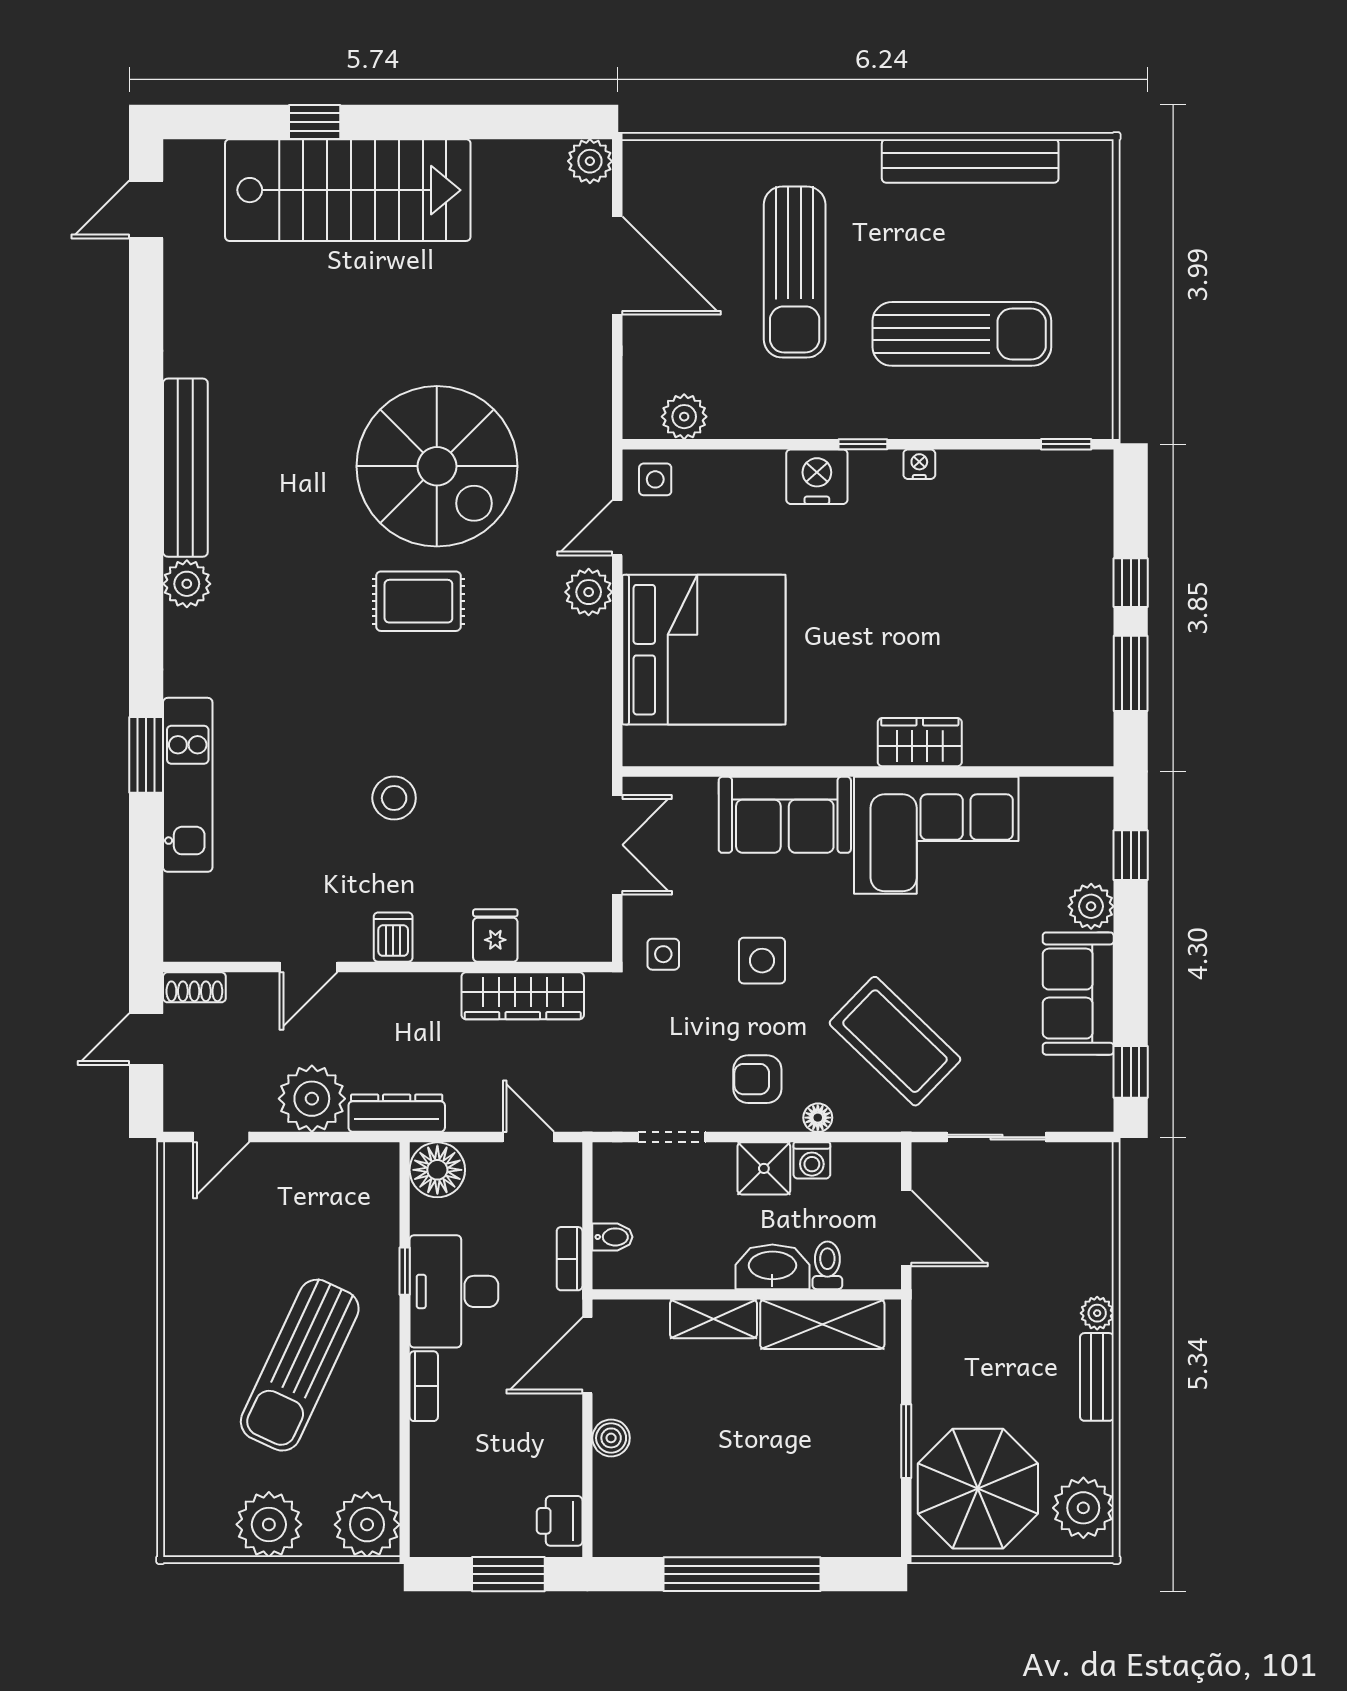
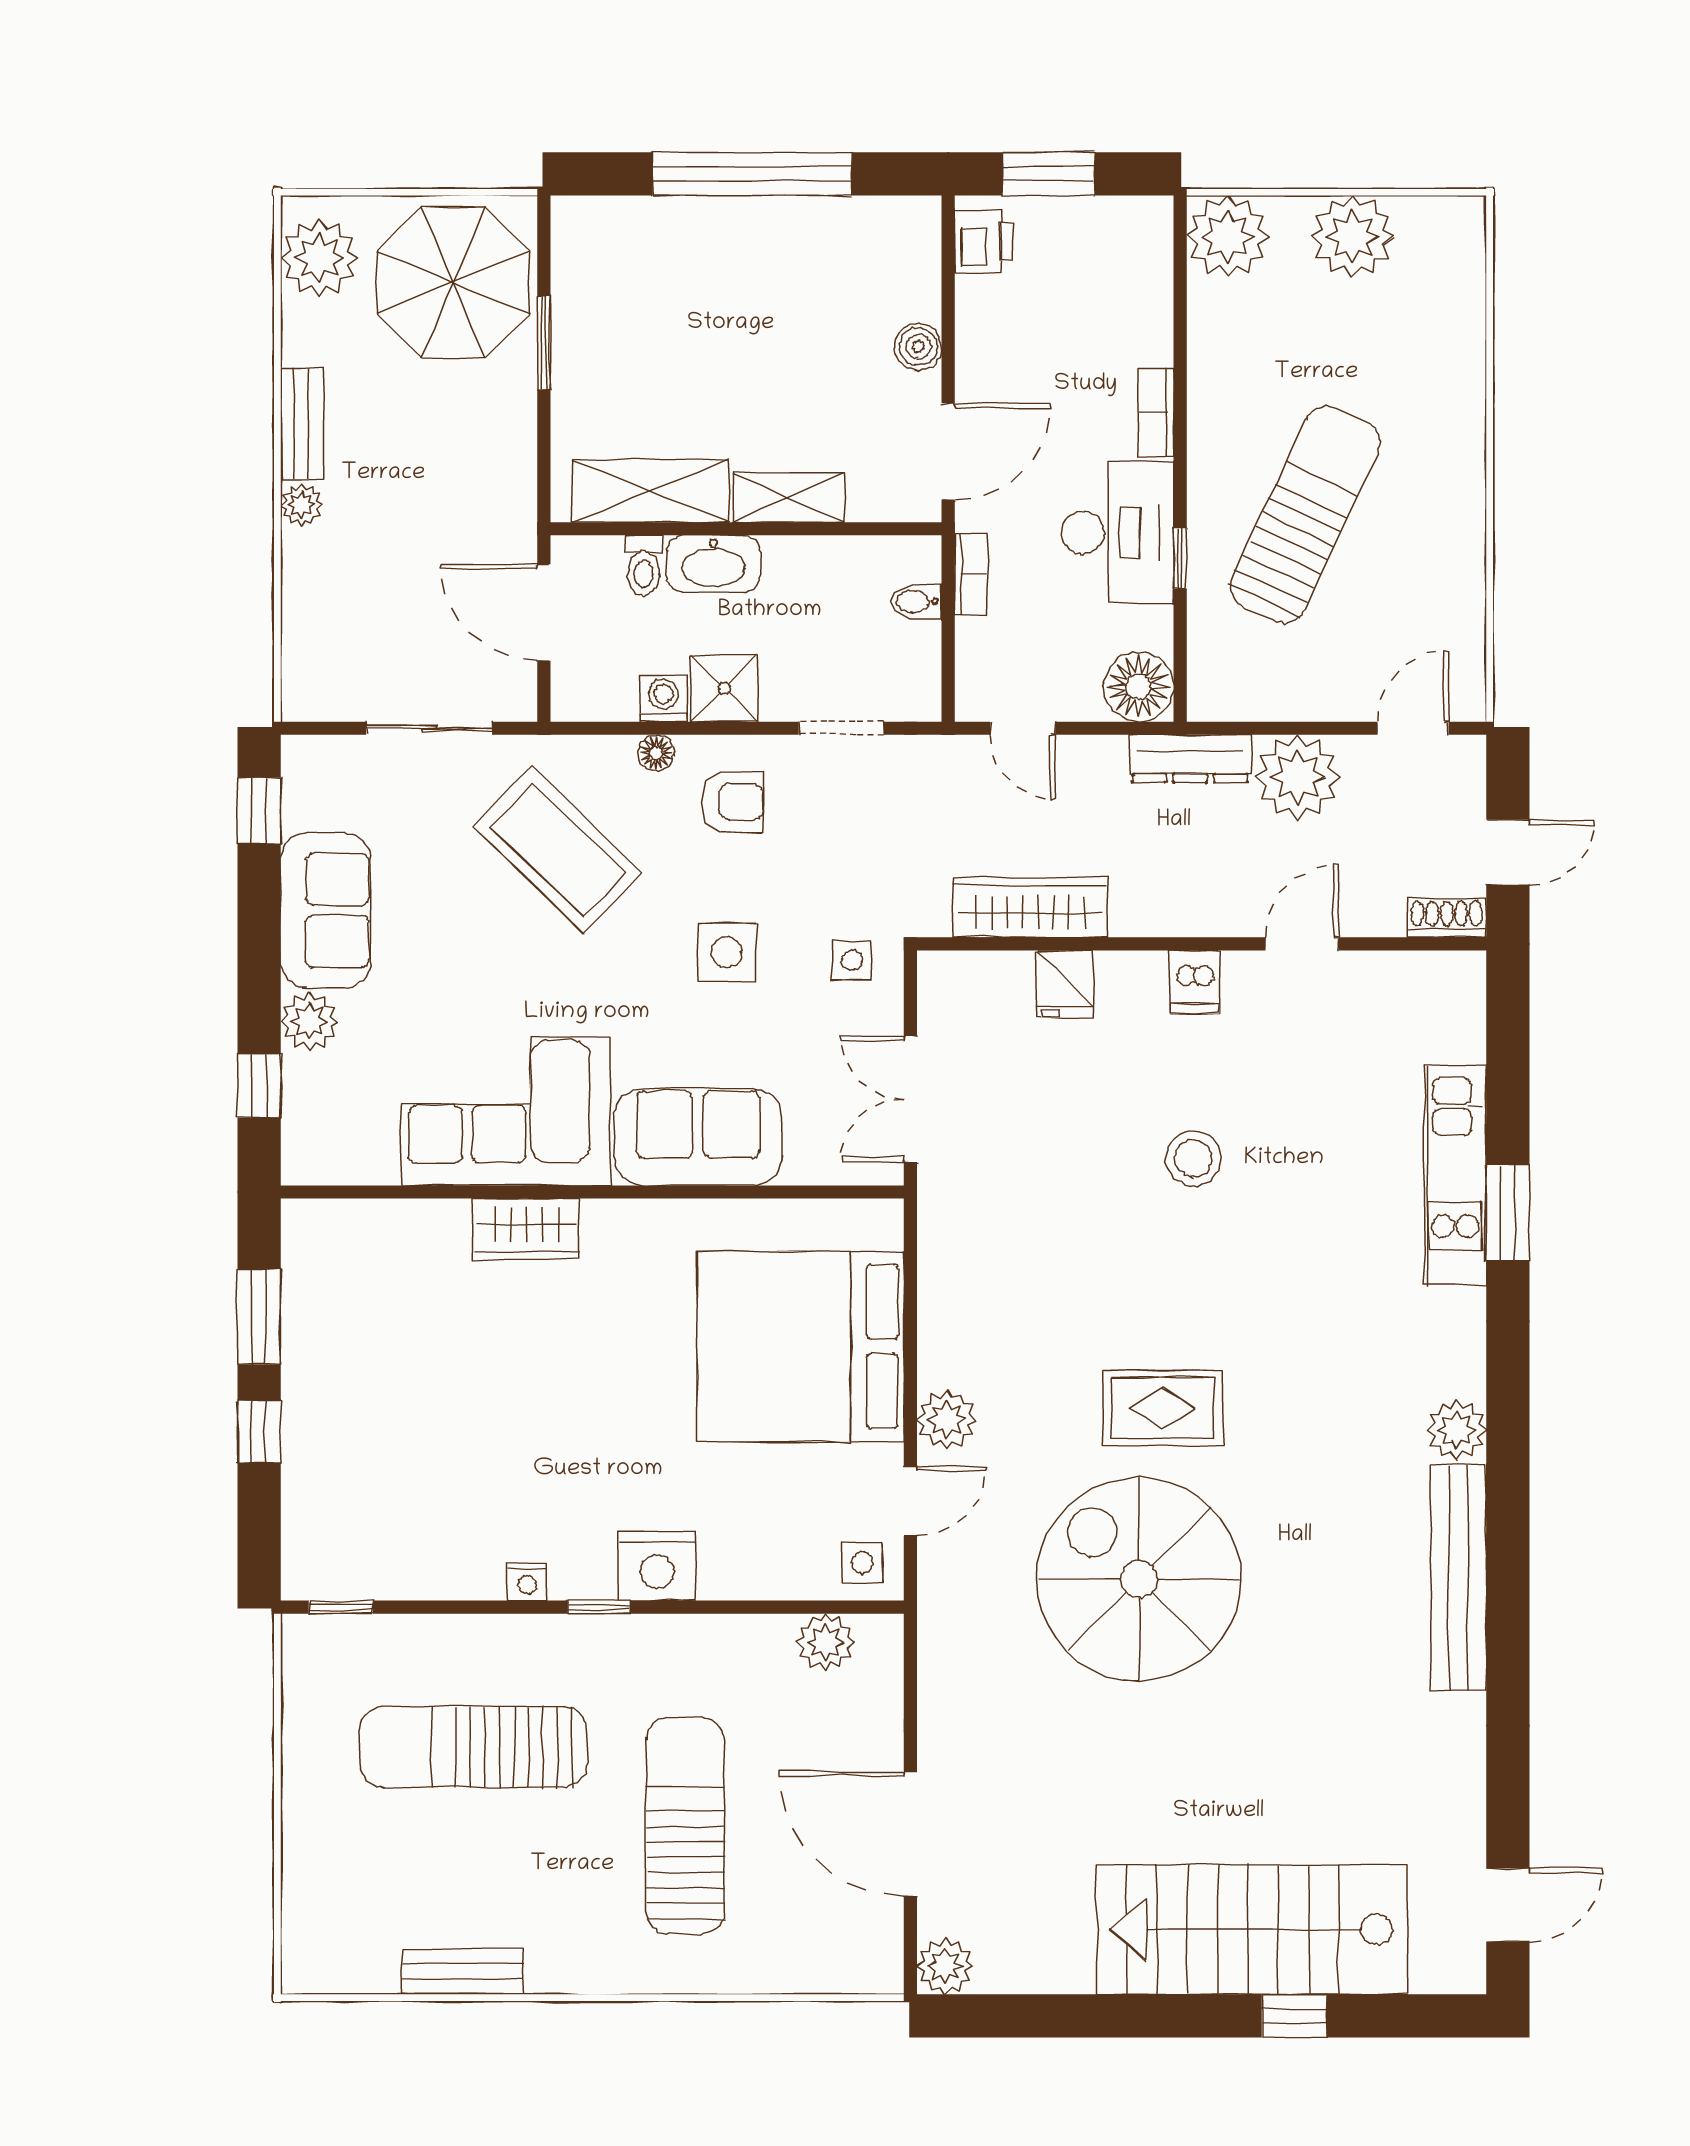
bench: (970, 161) -> (463, 1971), width x0.54, depth x0.82
sun lounger: (300, 1365) -> (1305, 515), moved

